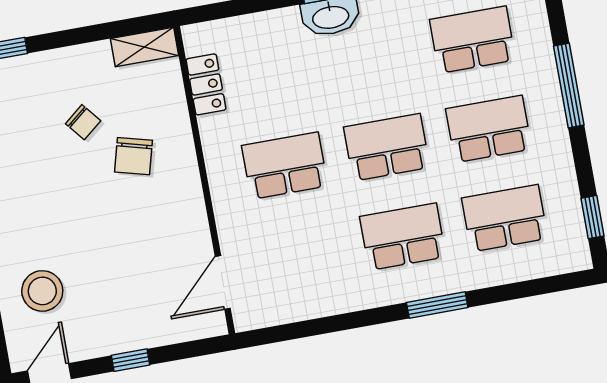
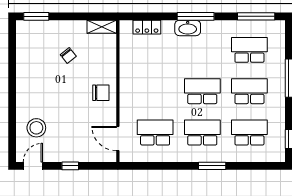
locker: (206, 84) -> (147, 27), moved, turned 90
chair: (133, 156) -> (101, 93), moved, turned -105
school desk: (285, 166) -> (155, 132), moved
door: (223, 282) -> (118, 139), hinge flipped

